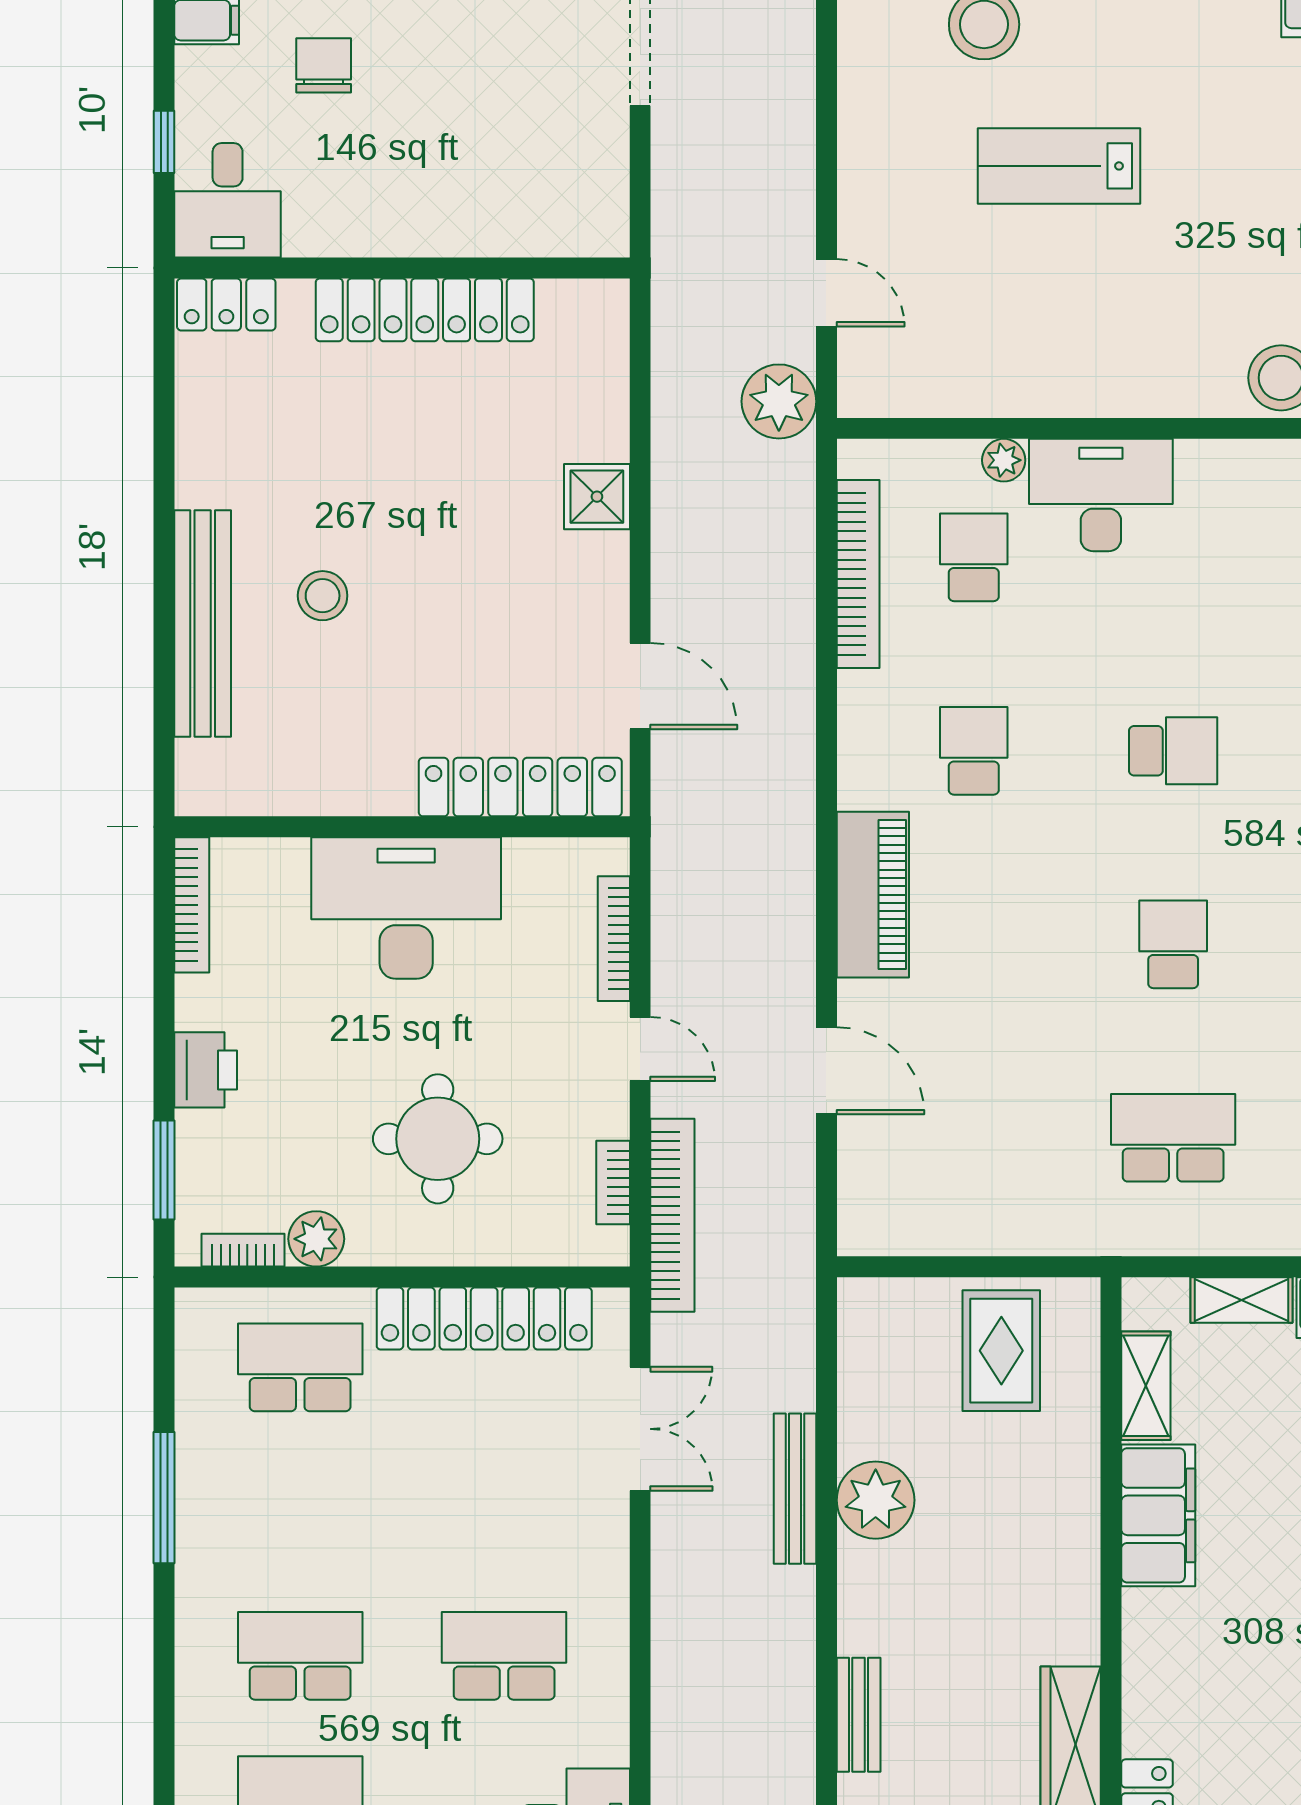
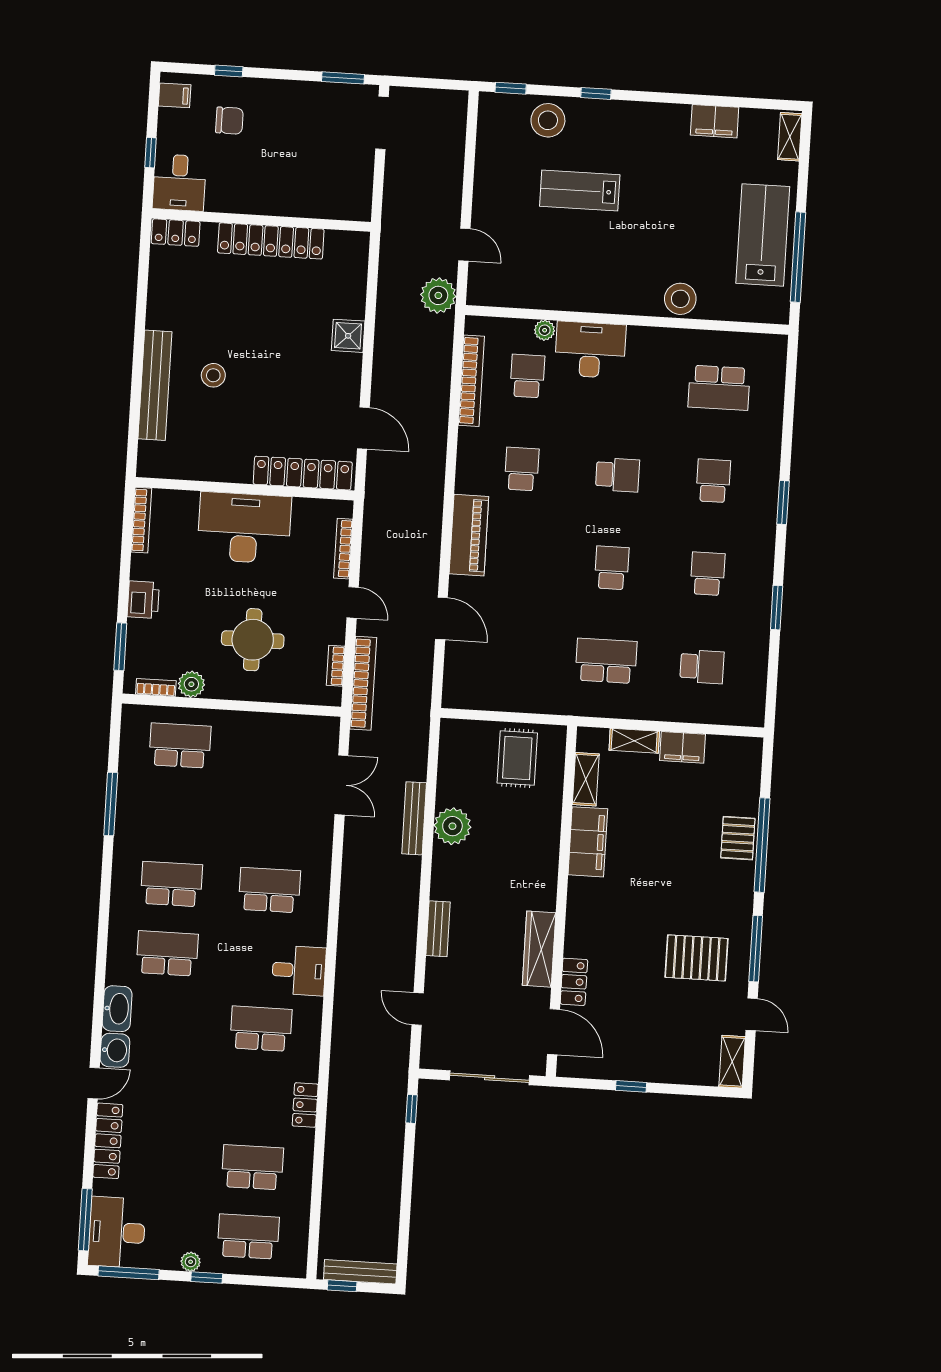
chair: (324, 65) -> (229, 121), turned 90
locker: (484, 1318) -> (270, 727), removed

